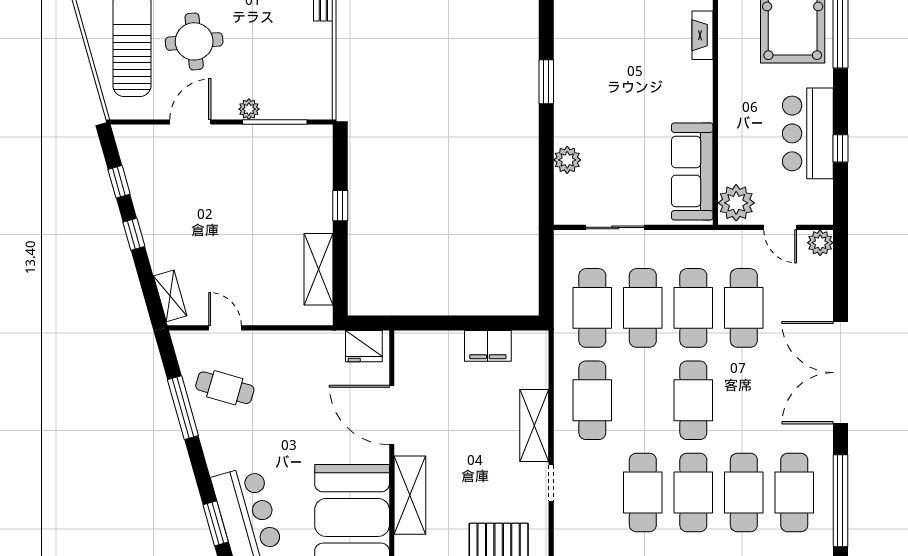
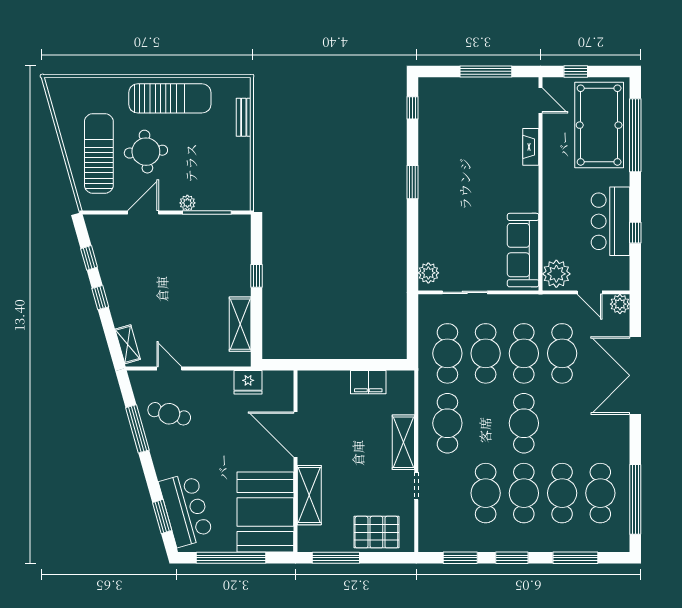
plant: (567, 160) -> (428, 273), moved
fridge: (364, 346) -> (248, 382), moved
double door: (840, 373) -> (635, 375), moved

